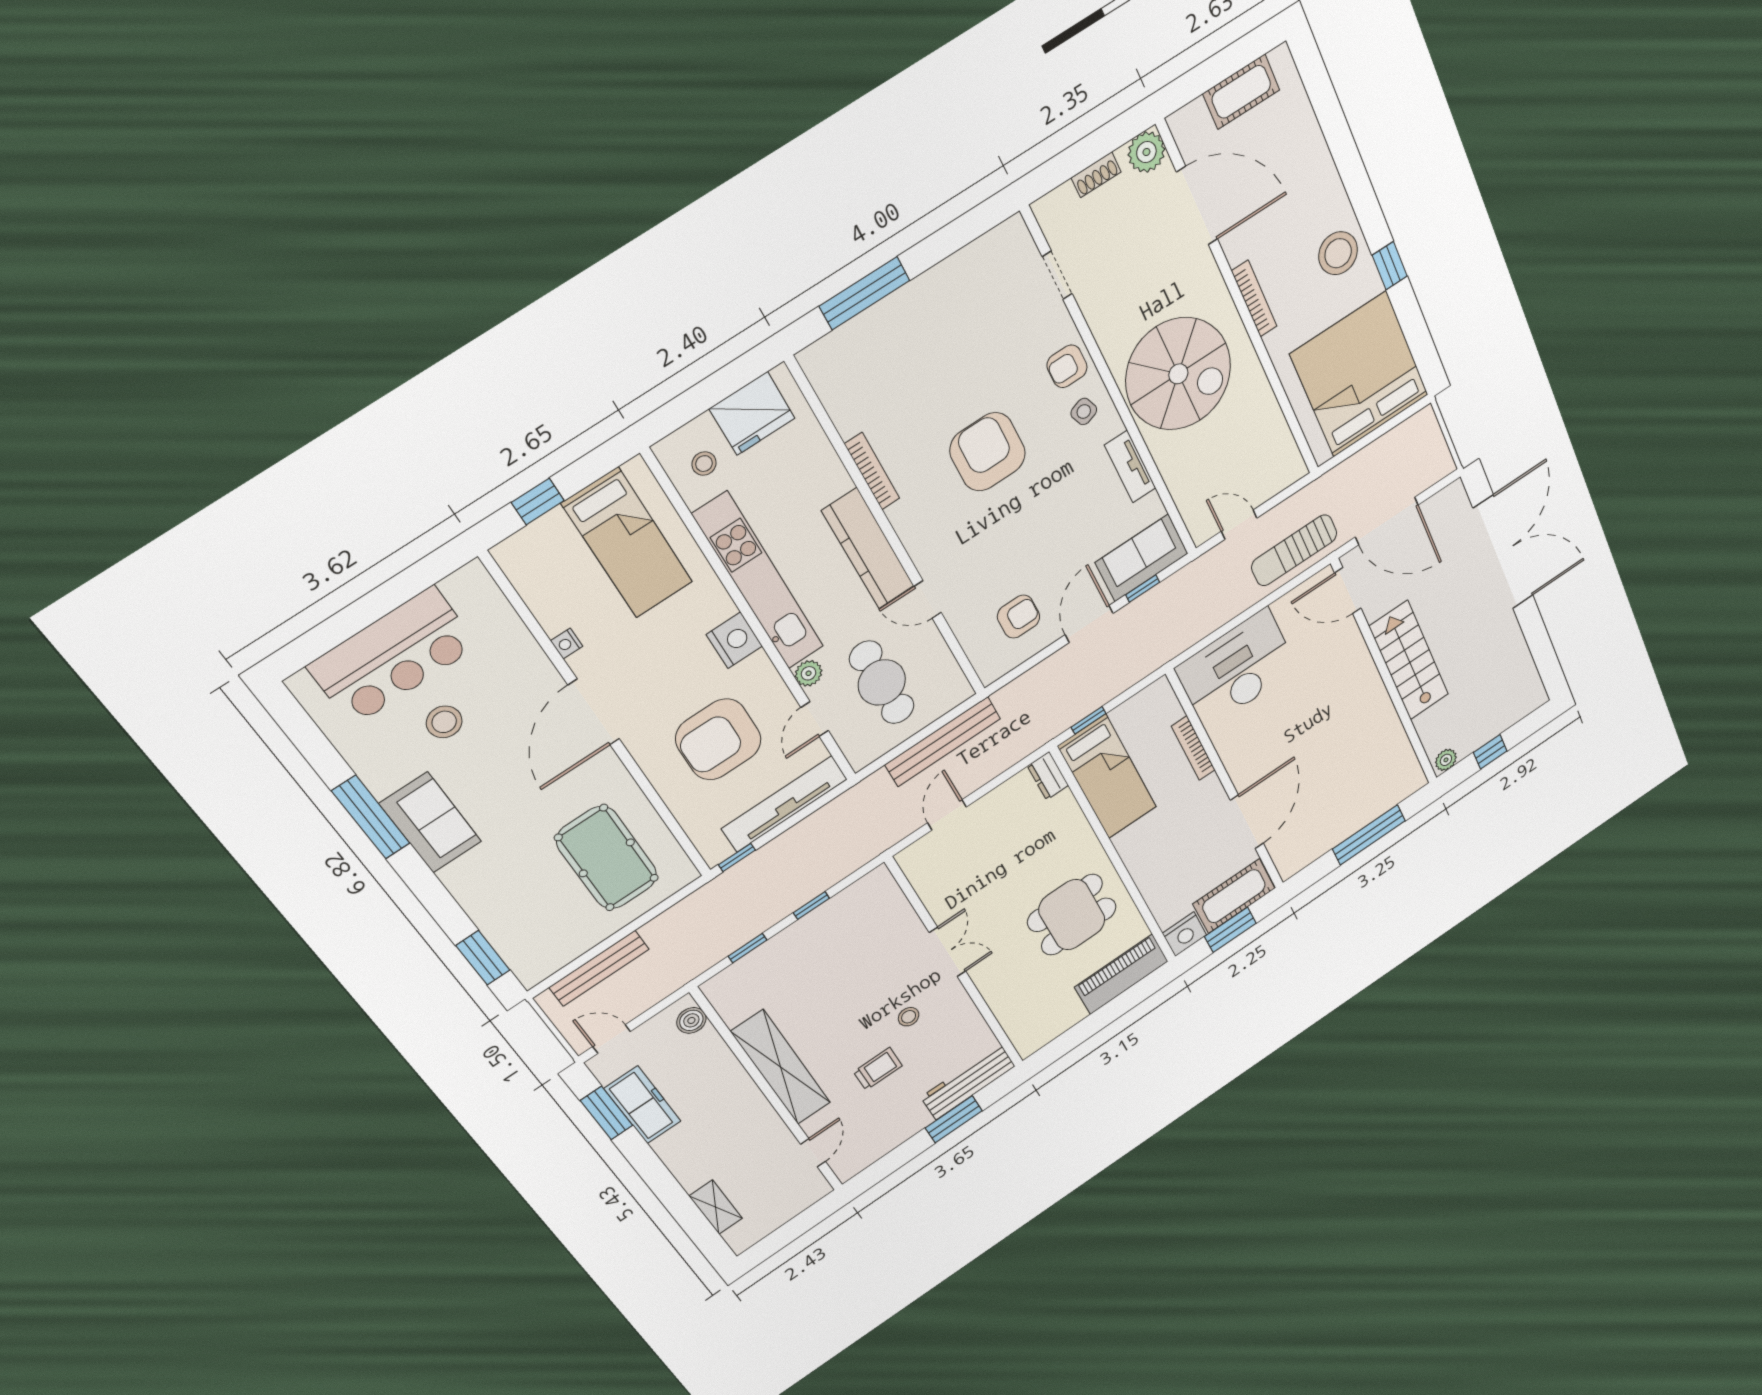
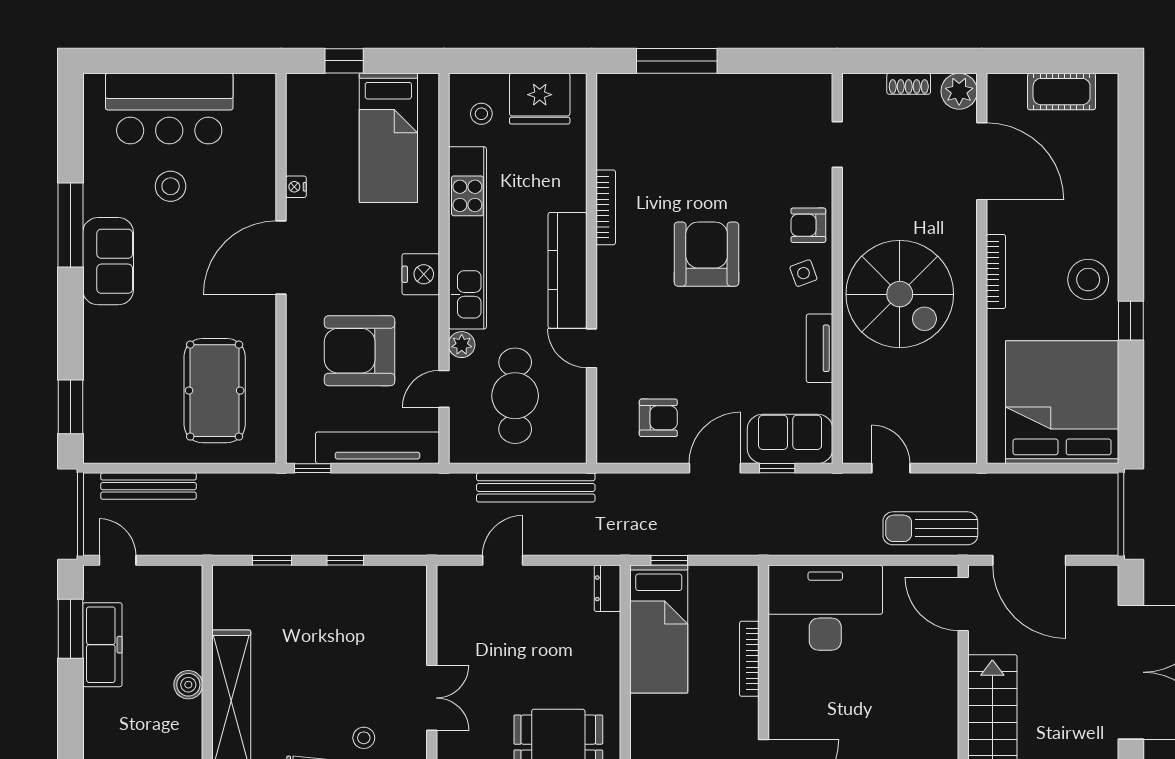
boiler: (691, 1020) -> (188, 685), moved

